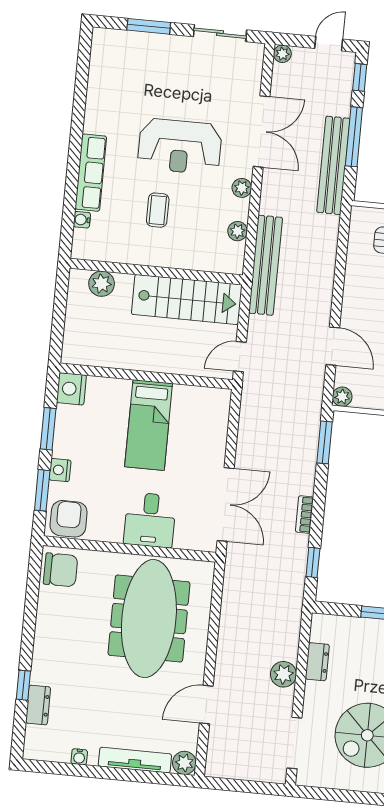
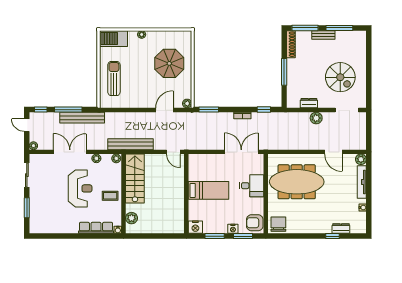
wall: (156, 272) -> (124, 194), moved
plant: (102, 284) -> (132, 218), moved
stairs: (187, 299) -> (135, 179), moved

